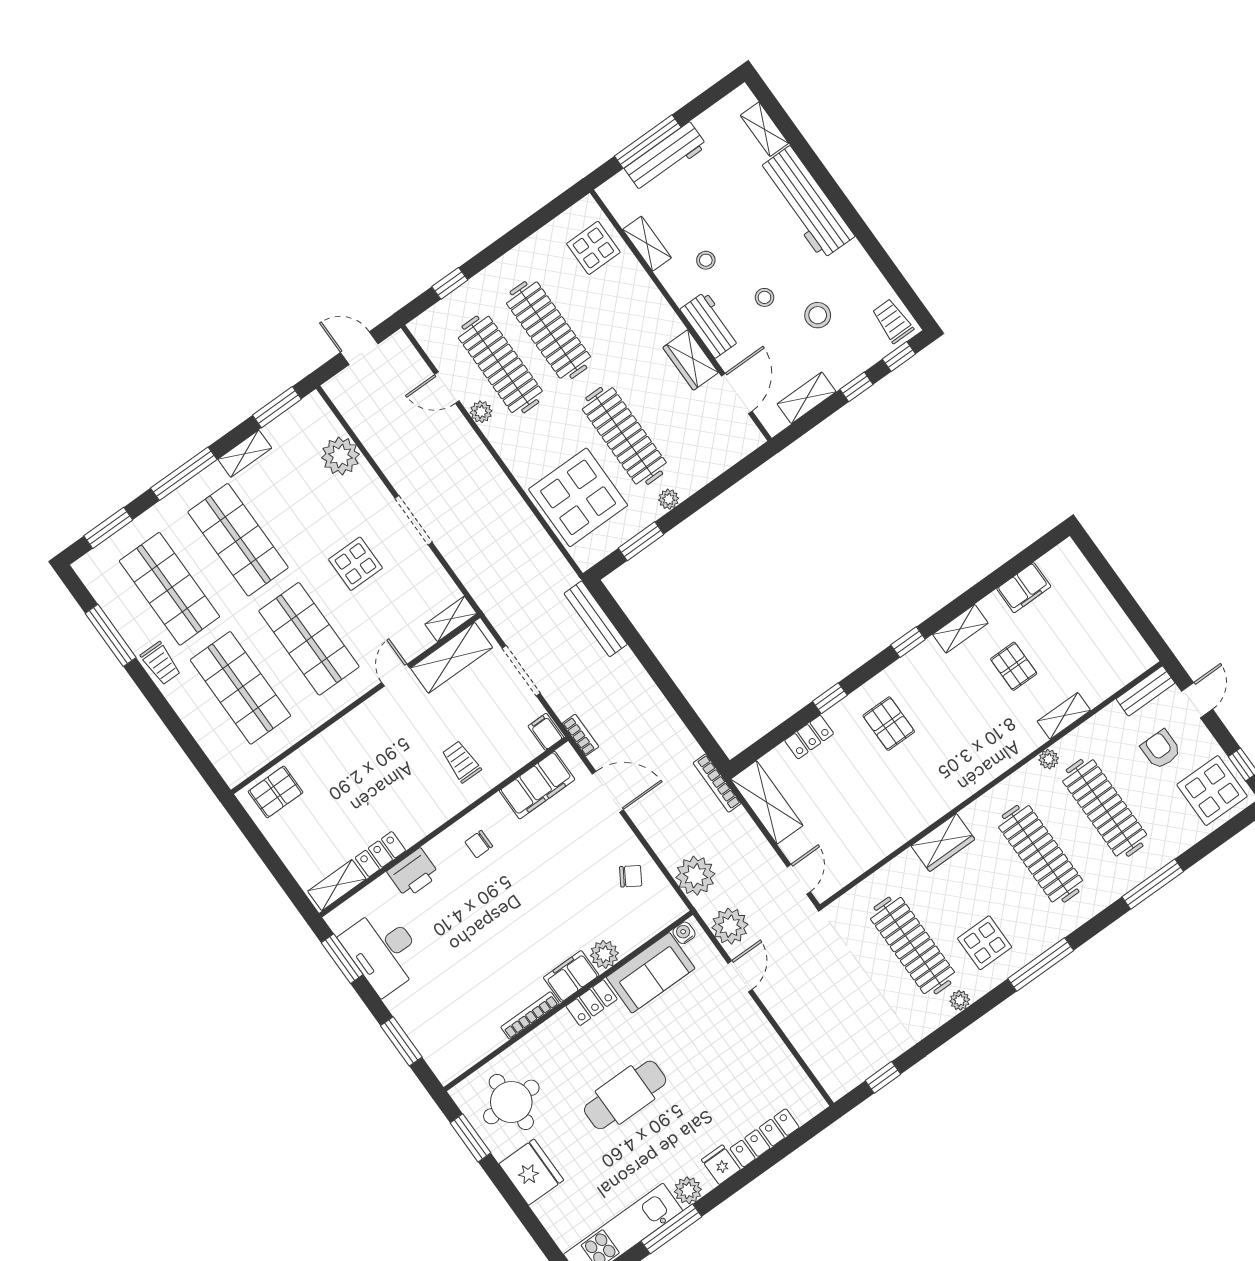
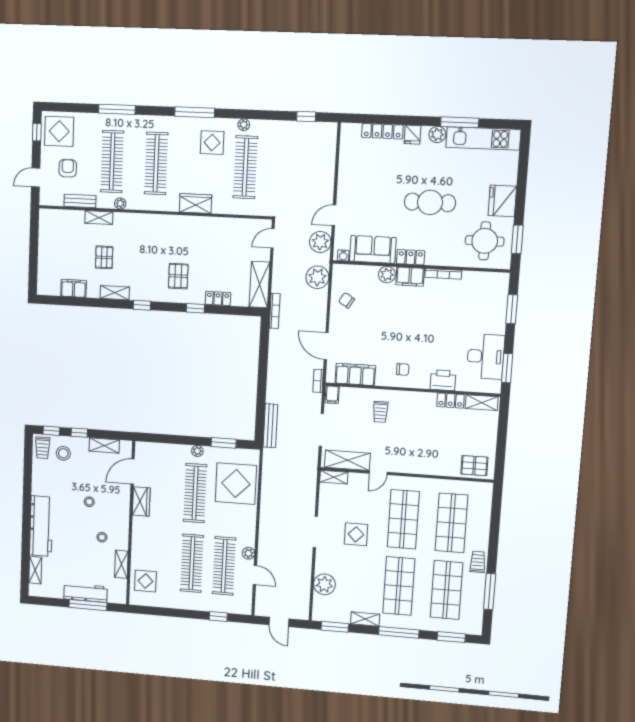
stool: (818, 315) -> (63, 453), moved
workbench: (710, 325) -> (121, 509), removed
bench: (1146, 691) -> (80, 201), moved
armchair: (1161, 749) -> (68, 168), turned 180

